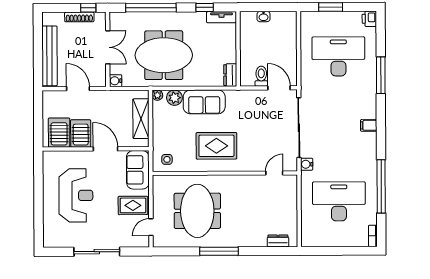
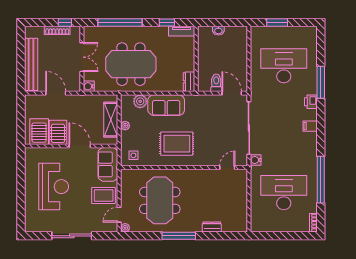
printer: (369, 19) -> (311, 102), moved
plant: (157, 95) -> (125, 126), moved
dresser: (278, 241) -> (212, 227), moved
plant: (158, 242) -> (125, 228), added

